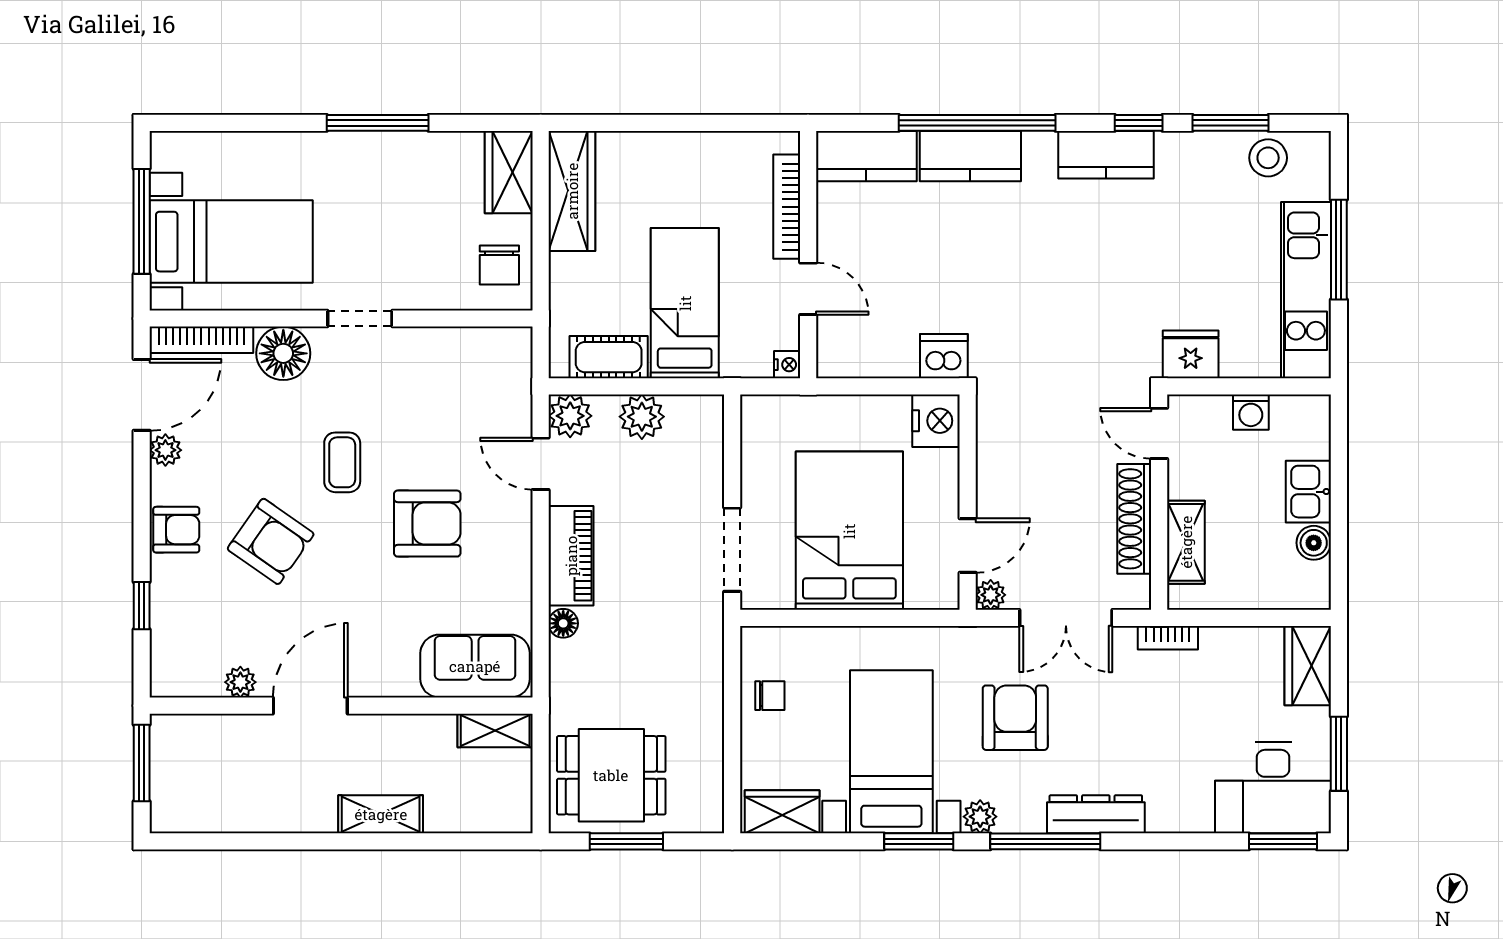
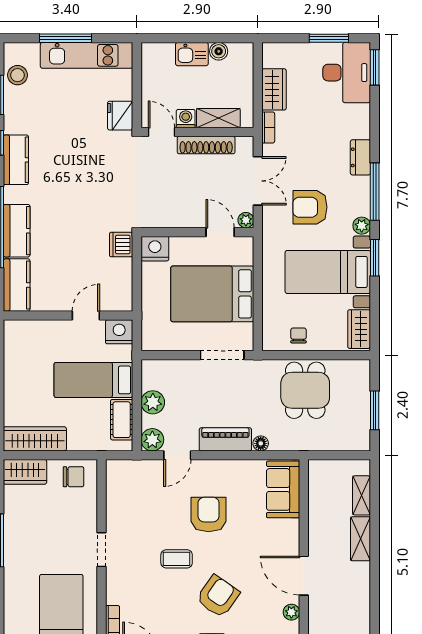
bookcase: (787, 207) -> (43, 327), removed
floor lamp: (283, 353) -> (120, 590), removed
nightstand: (787, 365) -> (119, 332), width x1.89, depth x1.79
washing machine: (1251, 412) -> (186, 119), moved, turned -90
door: (1159, 433) -> (161, 132), swing flipped
wardrobe: (1308, 666) -> (274, 89), moved, turned -90
shelving: (495, 730) -> (362, 495), moved
dining table: (611, 775) -> (305, 390), moved
dresser: (1096, 814) -> (360, 157), width x0.70

